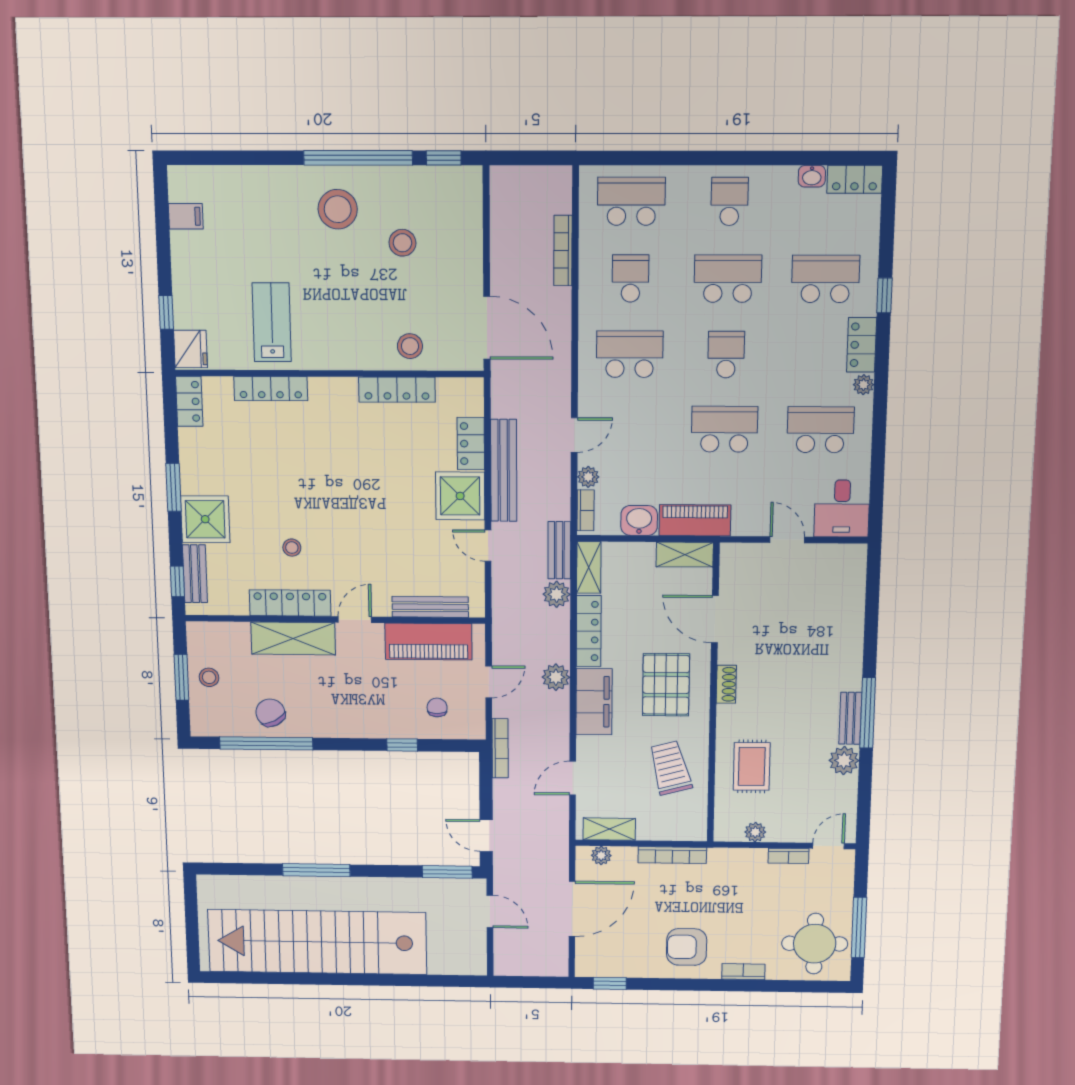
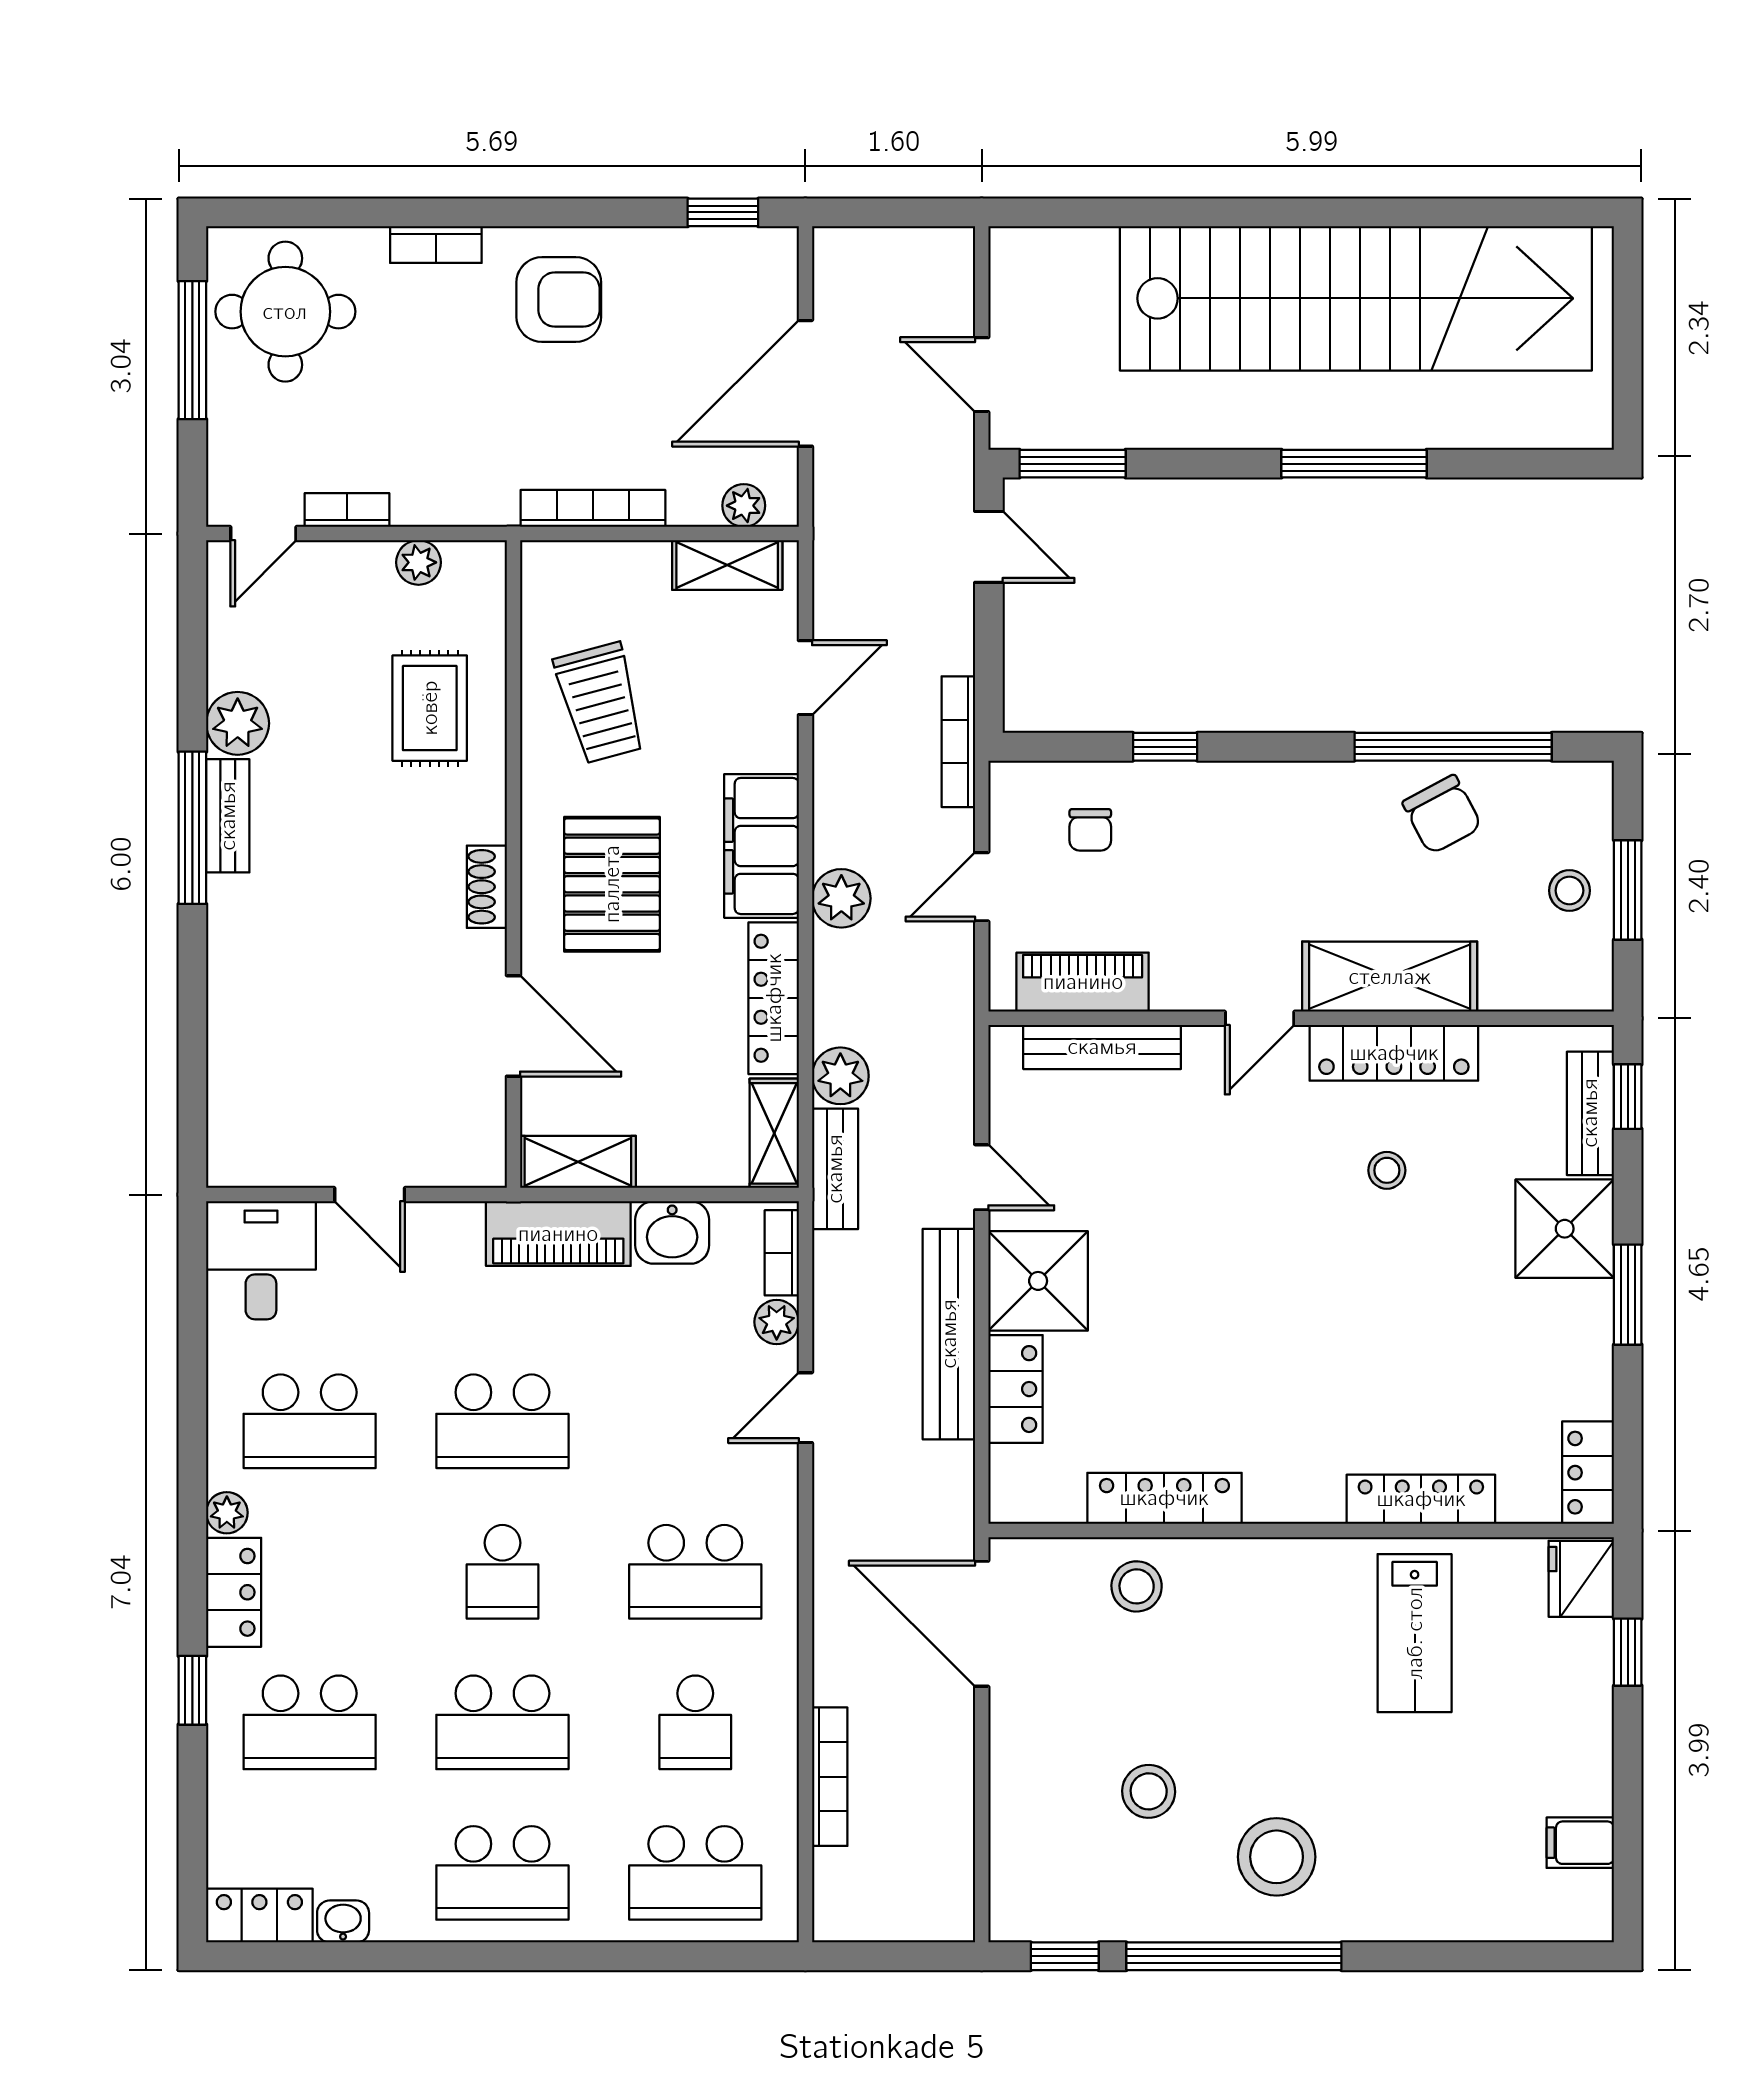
school desk: (730, 201) -> (502, 1873), width x1.85
piano: (428, 642) -> (1083, 982), width x0.73, depth x0.75

